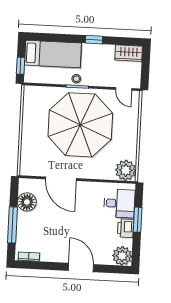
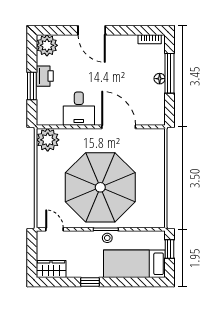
floor lamp: (27, 202) -> (160, 79), moved, width x0.53, depth x0.53
desk: (119, 203) -> (79, 109), moved, turned -90

